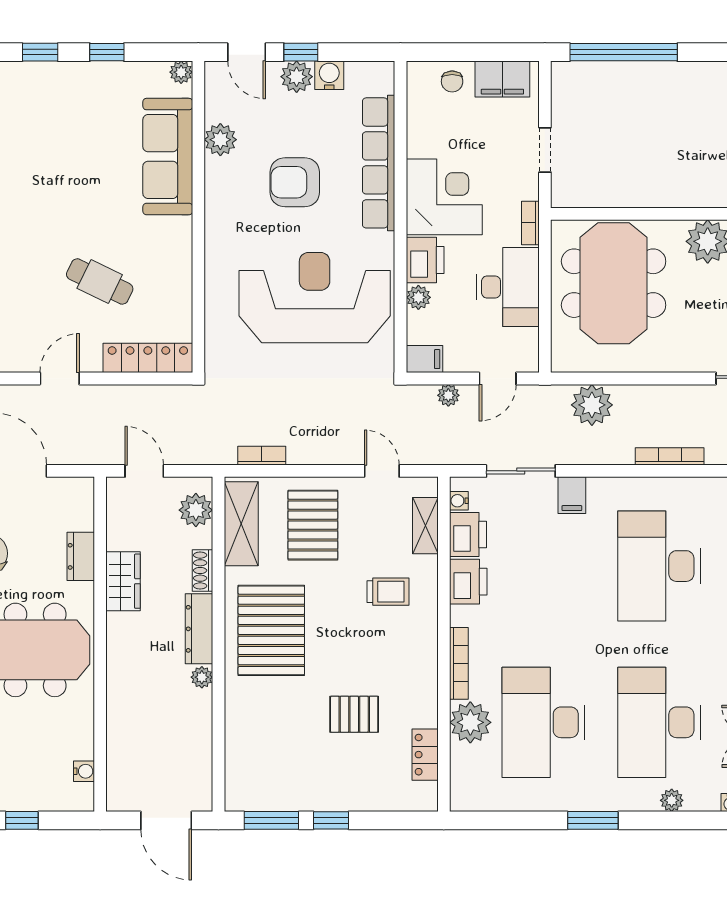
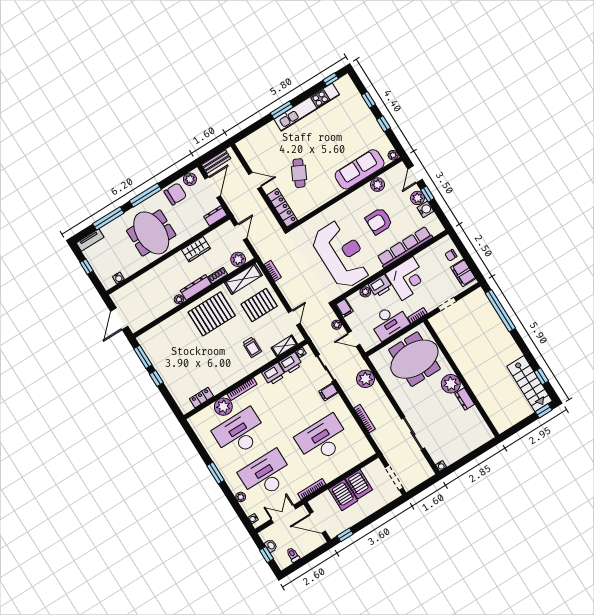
armchair: (295, 182) -> (379, 221), turned -90
dresser: (81, 556) -> (215, 216), moved
pallet: (354, 714) -> (200, 363), removed

